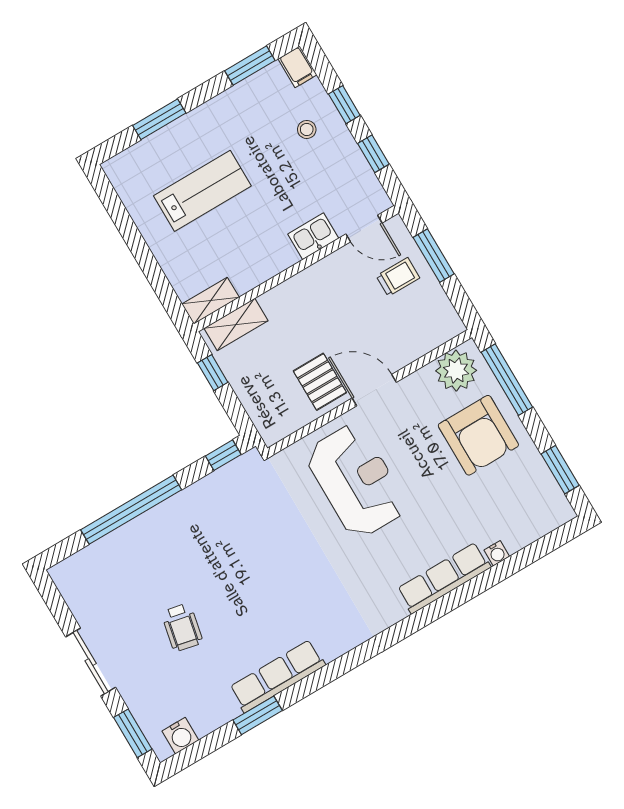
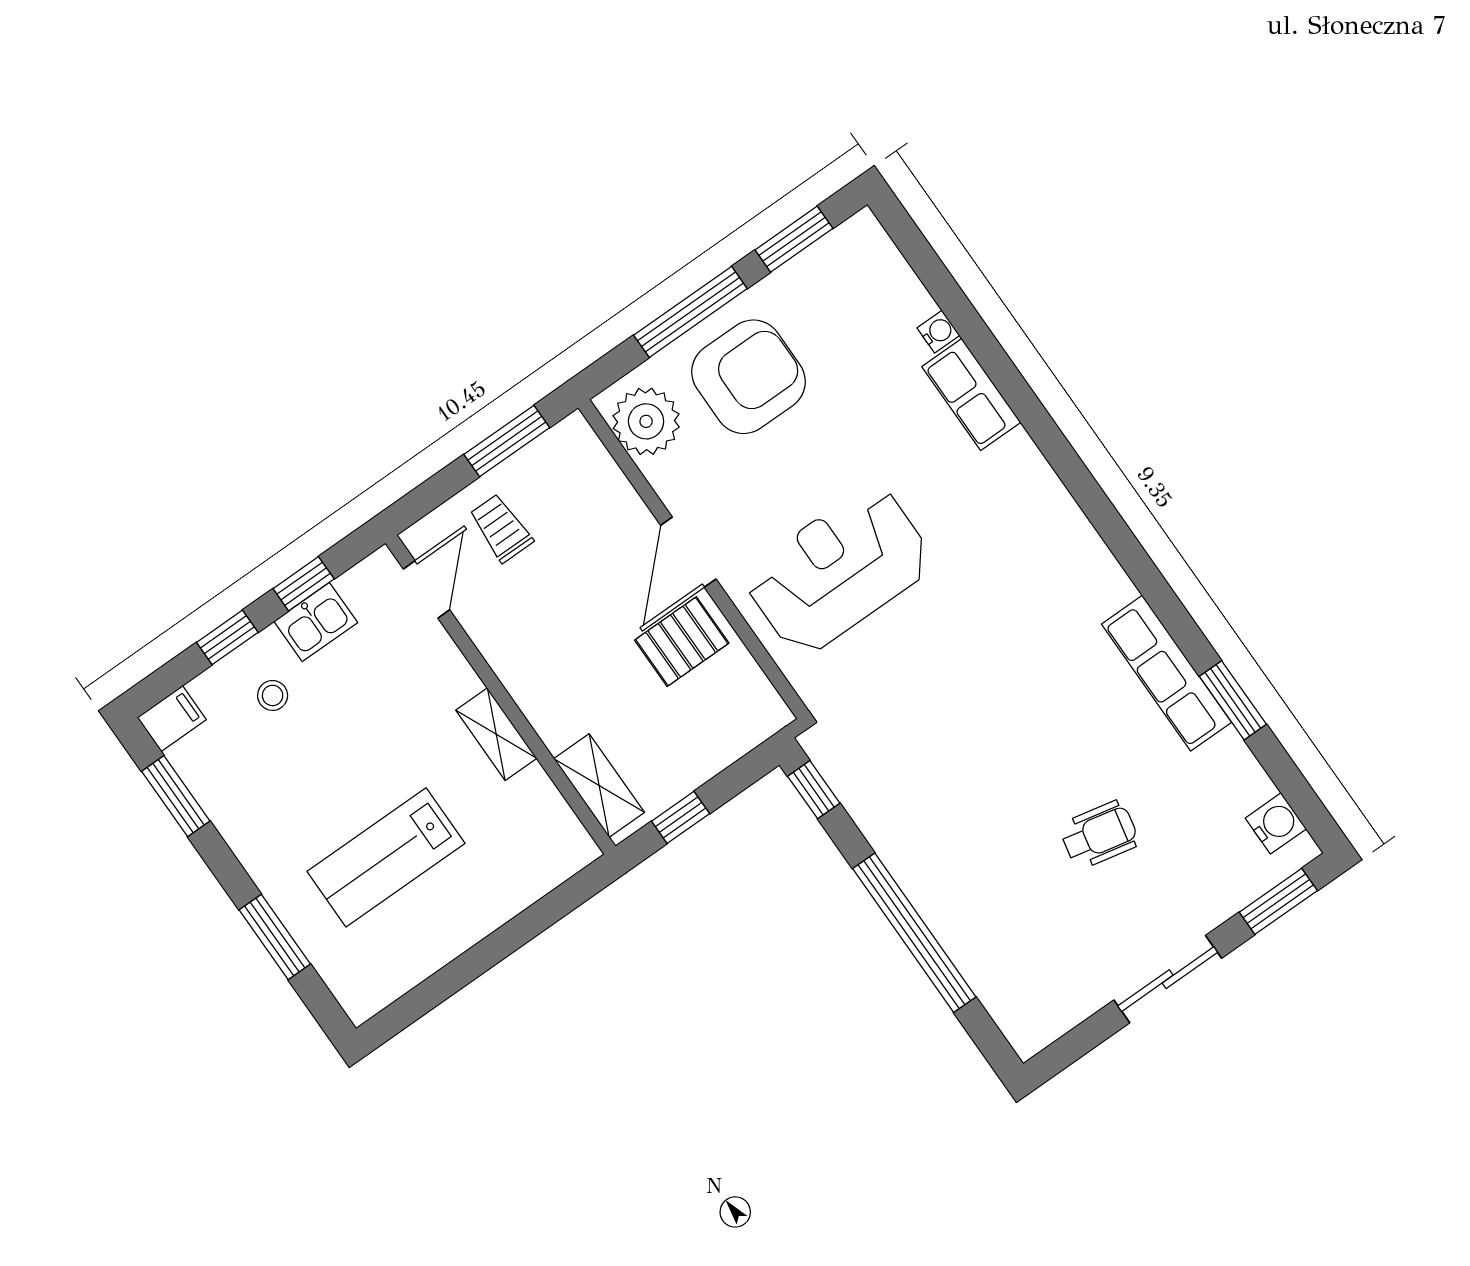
lab bench: (202, 191) -> (386, 857), turned -90
kitchen sink: (313, 236) -> (316, 622), moved, turned -90
window: (434, 256) -> (507, 441), moved
shelving: (211, 301) -> (496, 734), moved
window: (507, 380) -> (690, 312), moved
row of seats: (444, 578) -> (971, 395), width x0.68

